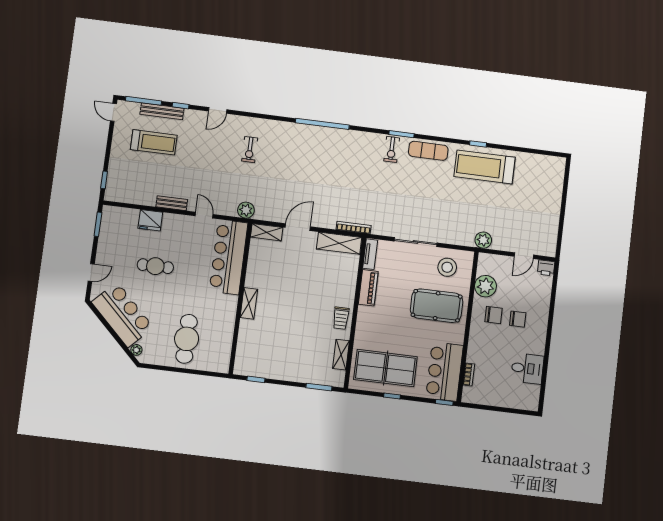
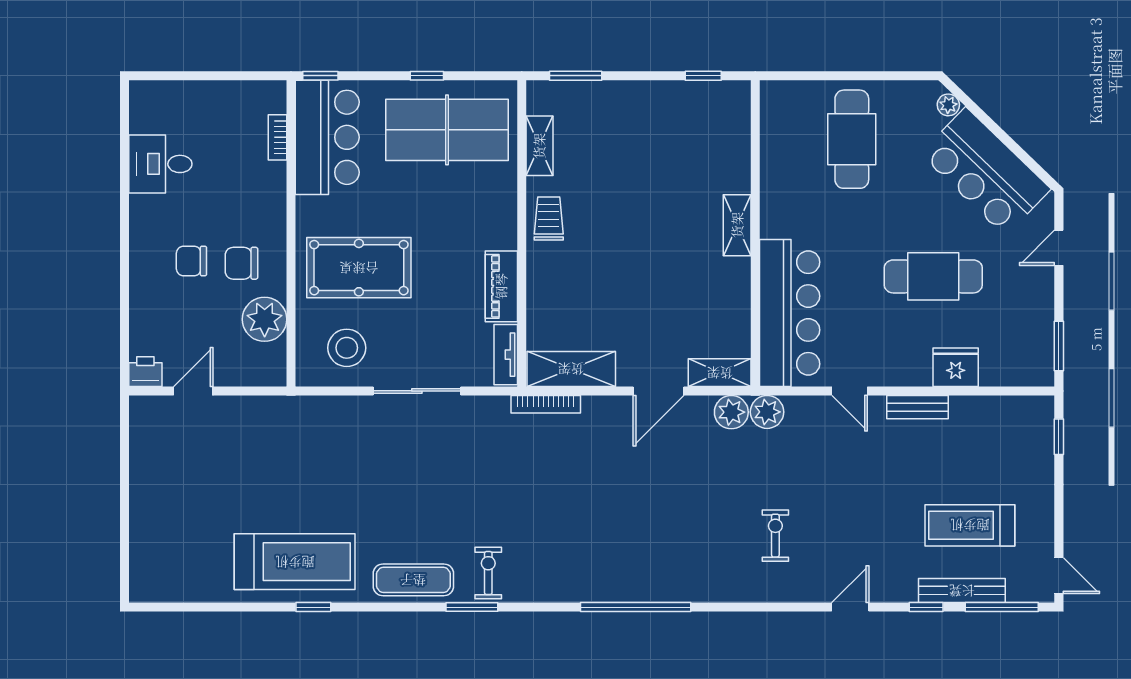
plant: (483, 240) -> (731, 412), moved
cafe table: (155, 266) -> (933, 276), width x1.37, depth x1.35

